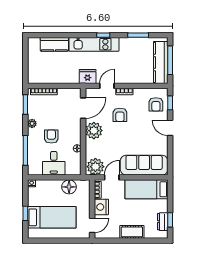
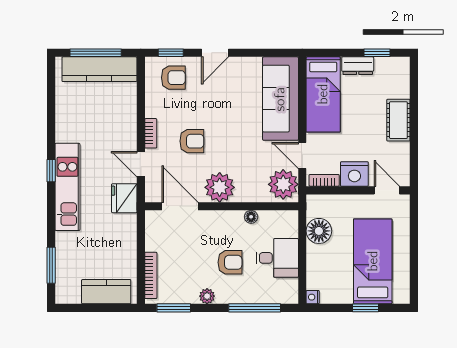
window: (138, 35) -> (51, 265), moved
kitchen counter: (54, 44) -> (106, 292), moved, turned -90
armchair: (51, 136) -> (230, 262), turned 180
dresser: (163, 222) -> (358, 66), moved

